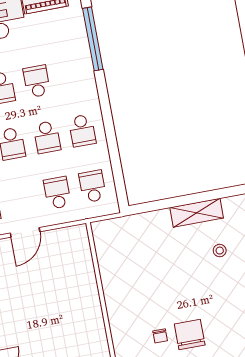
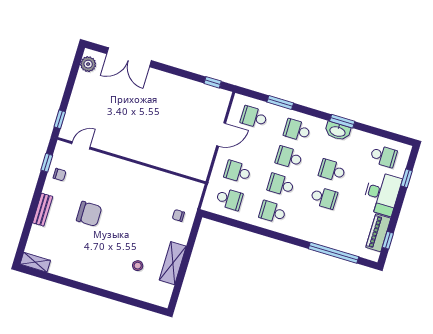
school desk: (57, 193) -> (237, 172), turned 180
door: (25, 232) -> (221, 134), swing flipped
chair: (160, 336) -> (178, 215), moved

